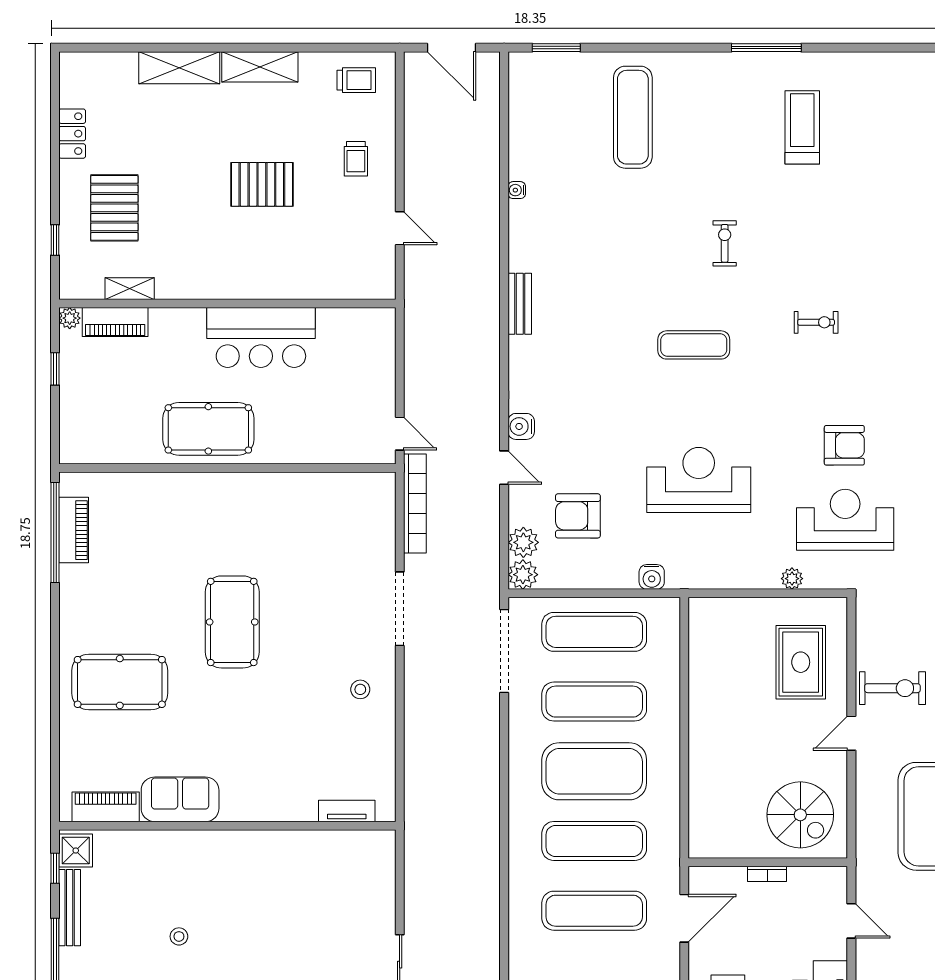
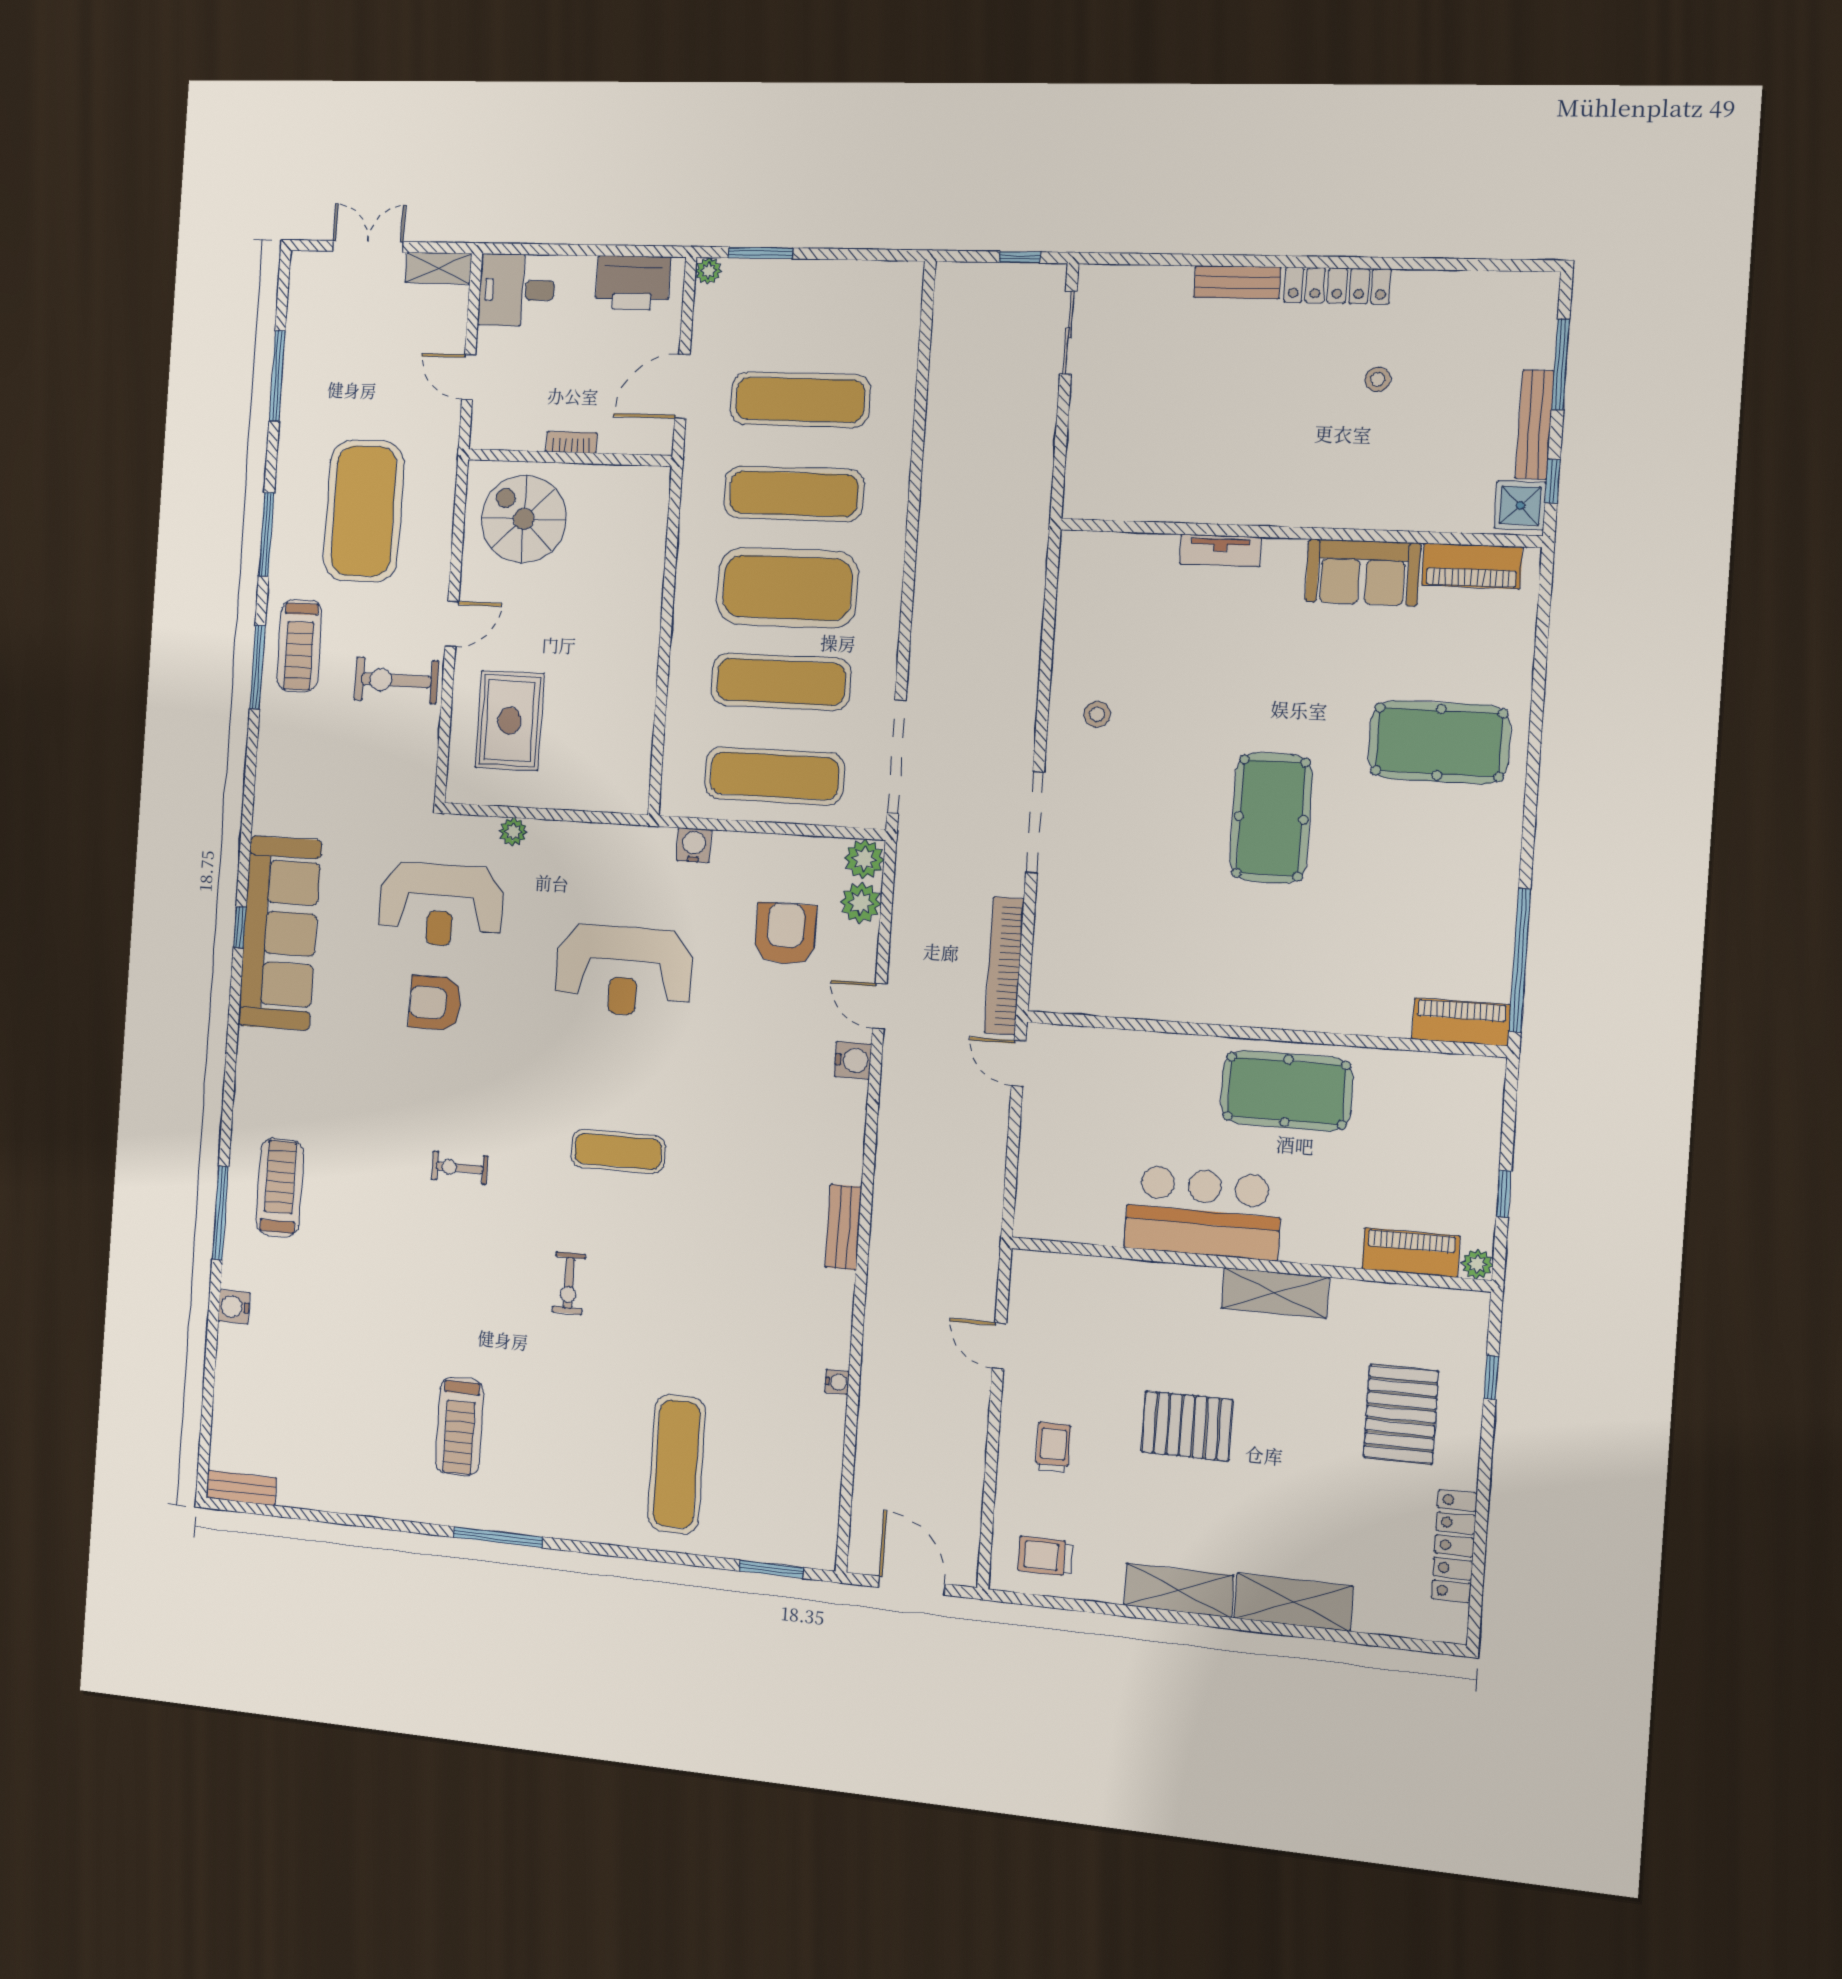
locker: (72, 134) -> (1454, 1546), width x1.53
shelving: (130, 289) -> (1275, 1293), moved, width x1.50, depth x1.33
armchair: (578, 516) -> (785, 934), turned -90
piano: (74, 530) -> (1461, 1022), moved, turned 90
tv unit: (347, 811) -> (1220, 551), moved

